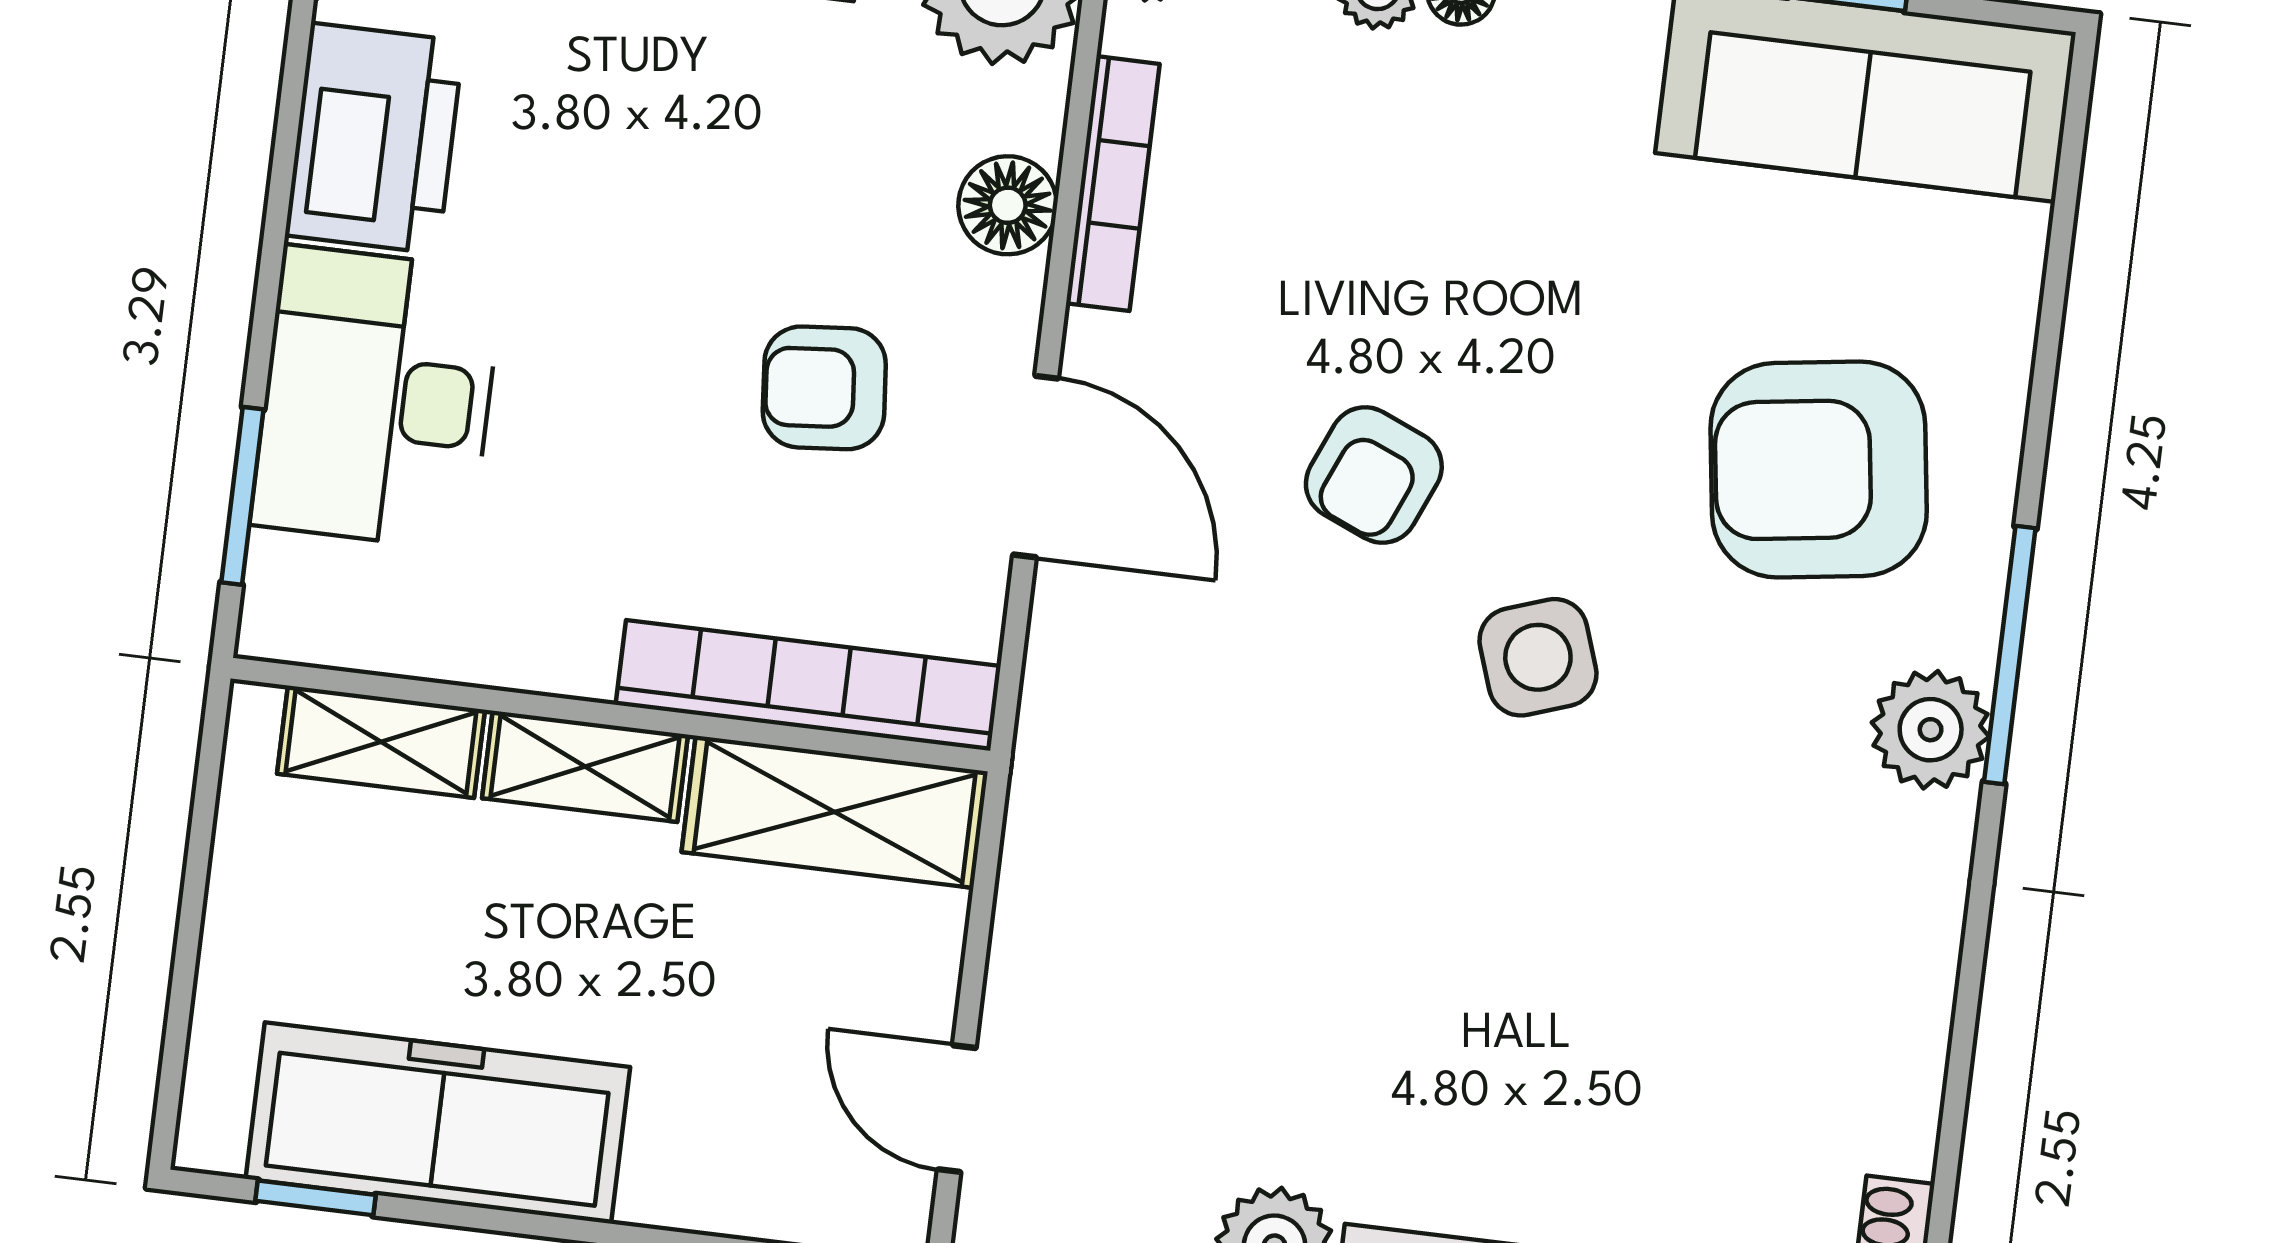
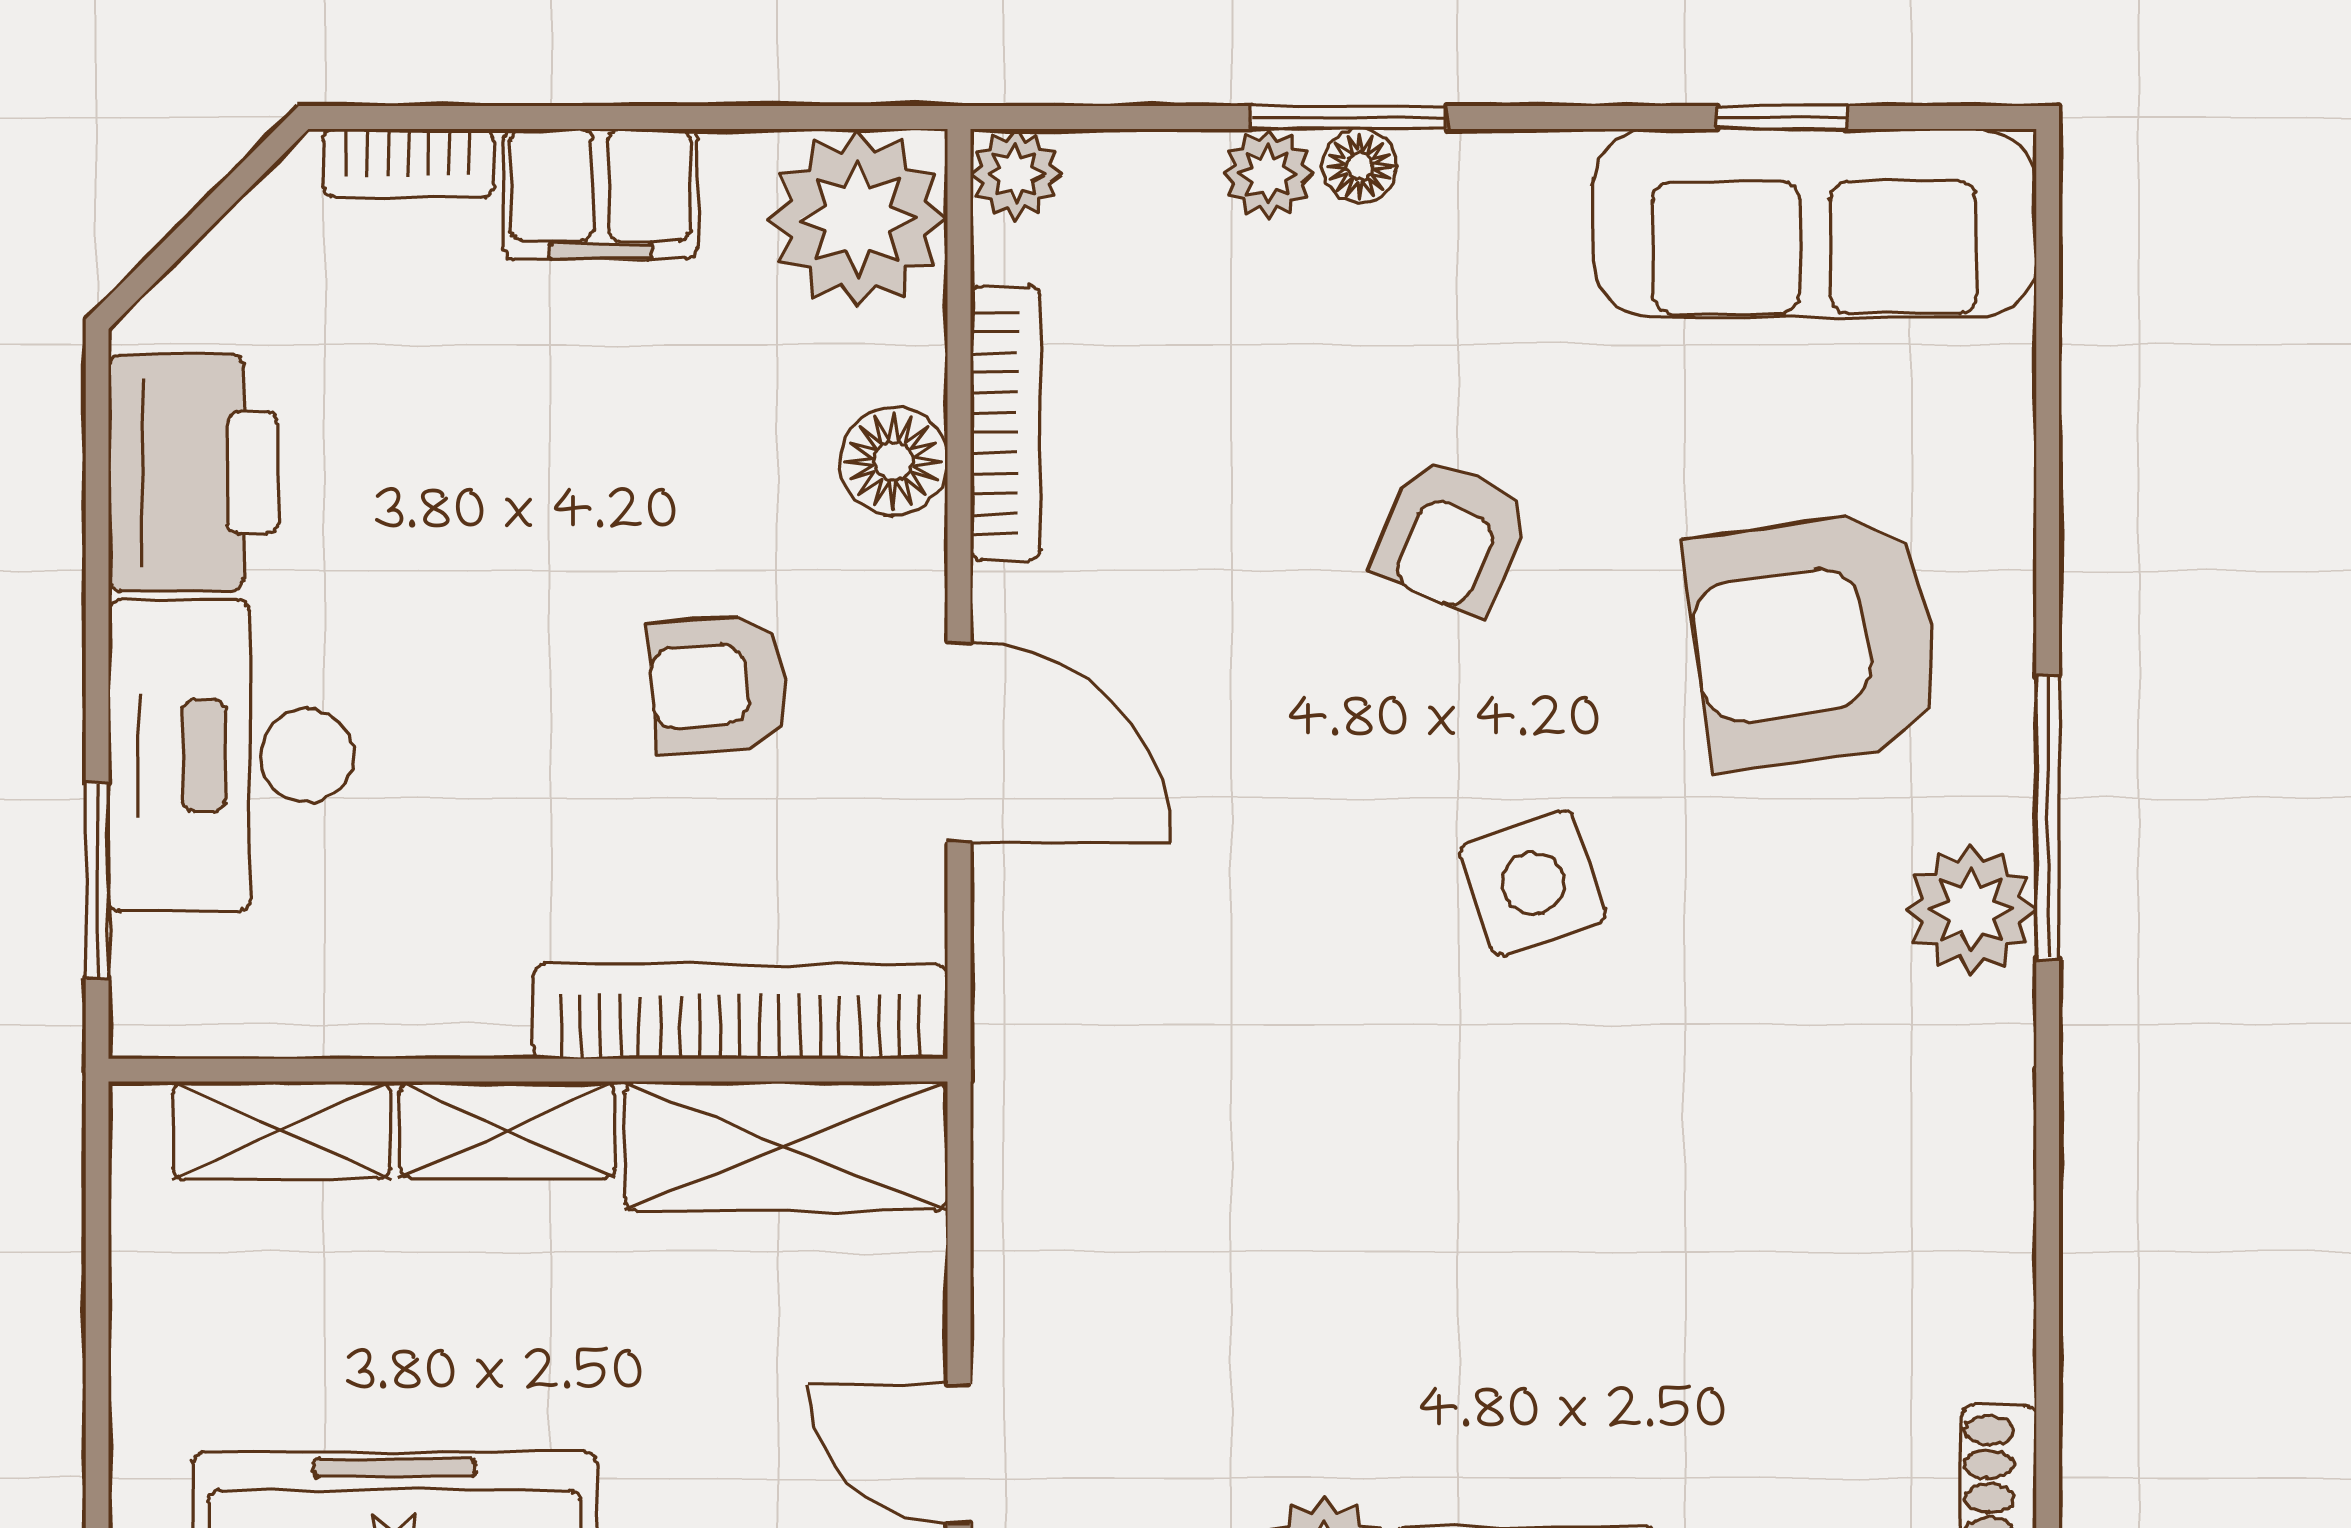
armchair: (1374, 475) -> (1452, 536), moved

